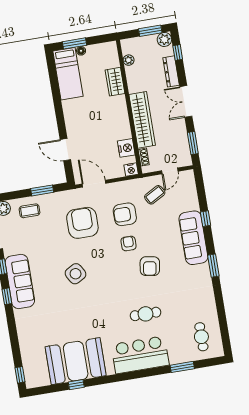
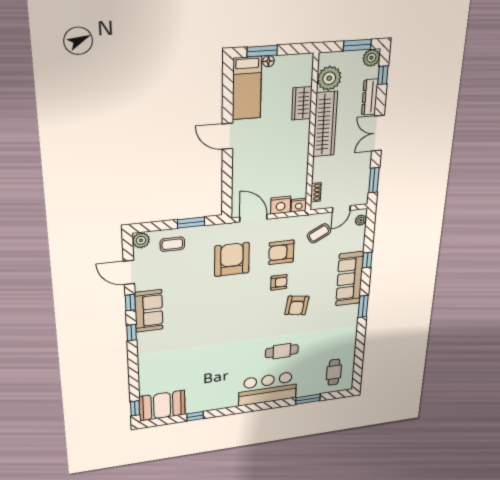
plant: (129, 60) -> (329, 78), width x1.87, depth x1.87
wardrobe: (142, 120) -> (325, 124), moved
nightstand: (126, 148) -> (281, 205), moved, turned 90
door: (65, 150) -> (227, 136), moved
plant: (190, 180) -> (361, 220), added
armchair: (129, 244) -> (279, 282), turned 90
side table: (76, 274) -> (214, 311), removed
sofa: (20, 281) -> (149, 311), width x0.73
booth: (76, 361) -> (162, 406), moved, width x0.73, depth x0.70

